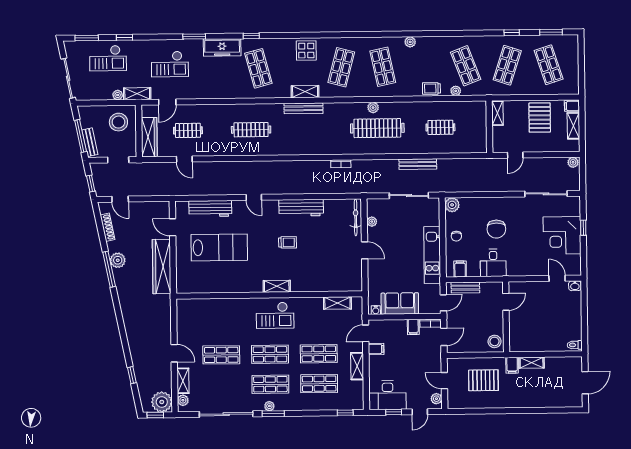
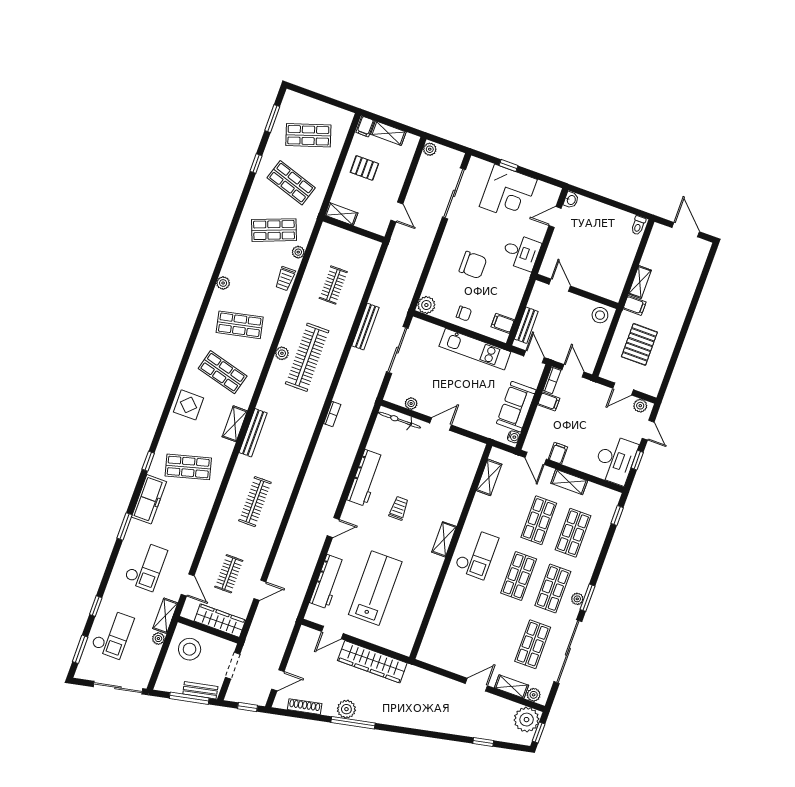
pallet: (540, 117) -> (364, 168), width x0.67, depth x0.71
desk: (493, 263) -> (521, 252), moved
shop shelf: (221, 355) -> (533, 644), moved

